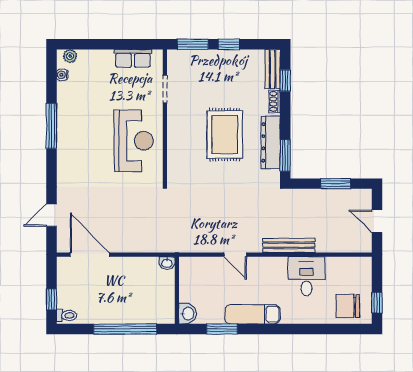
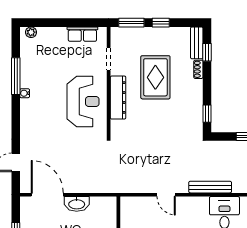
water cooler: (62, 75) -> (25, 93), moved
window: (51, 126) -> (16, 76), moved
rug: (225, 135) -> (155, 77), moved
dresser: (271, 142) -> (118, 98), moved, turned 180
window: (285, 155) -> (207, 114), width x0.67
washbasin: (167, 263) -> (77, 204), moved, width x1.91, depth x1.45

